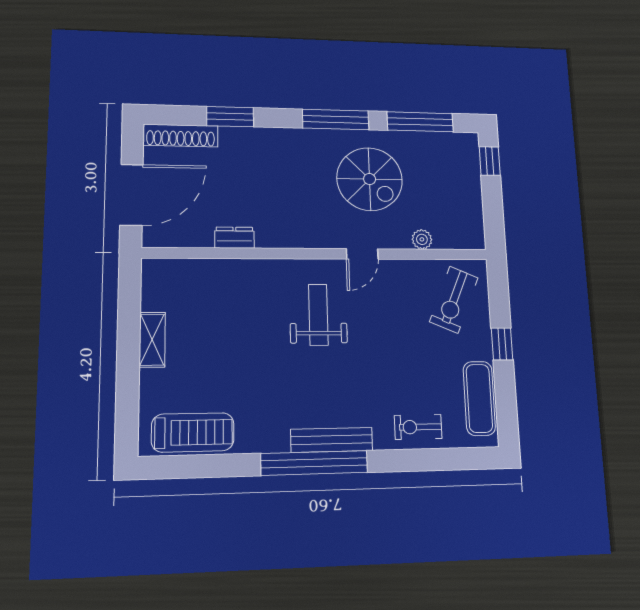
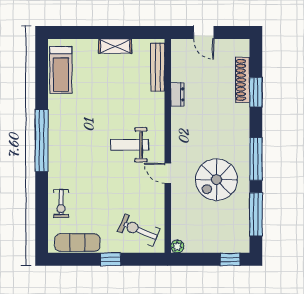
shoe rack: (181, 136) -> (243, 80), moved
door: (131, 195) -> (204, 32), width x0.53
plant: (422, 239) -> (177, 247), moved
weight bench: (318, 315) -> (130, 145), turned 180
exercise bike: (418, 427) -> (61, 204), turned 180
bench: (332, 440) -> (158, 67), moved

